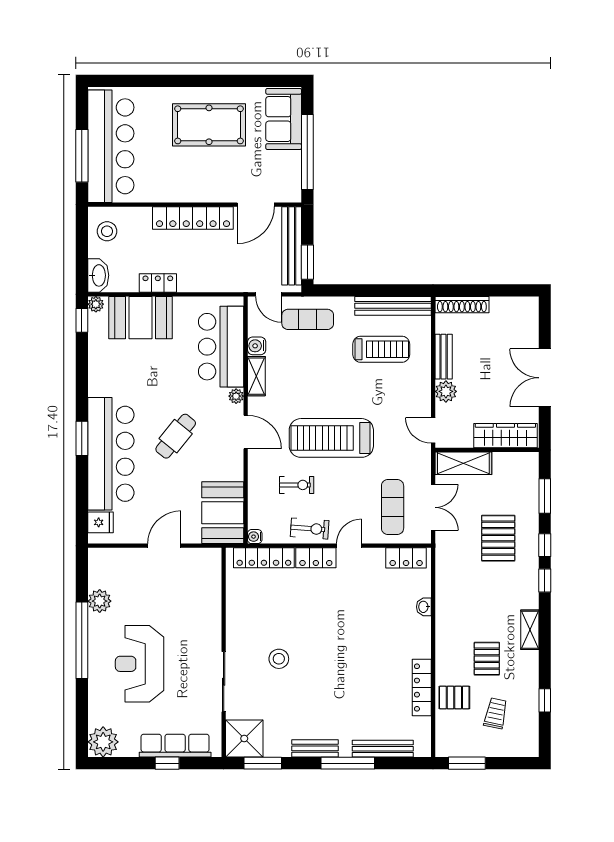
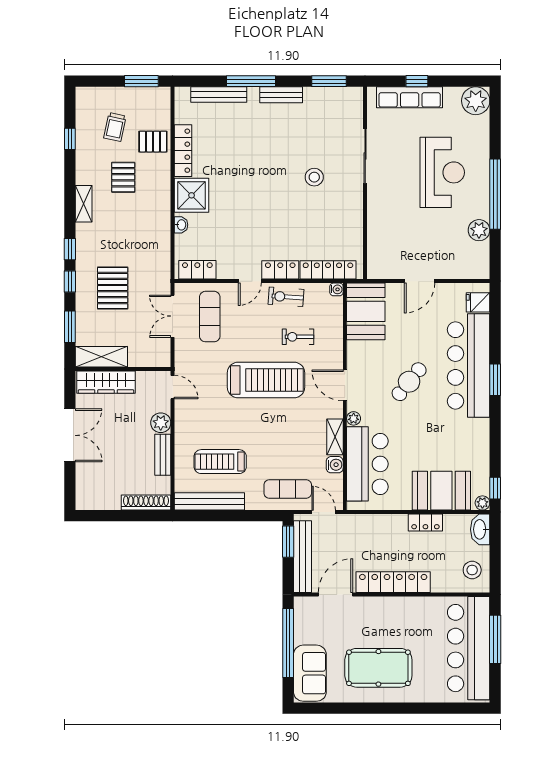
shelving: (463, 463) -> (101, 357), moved
shower: (244, 739) -> (192, 195), moved

